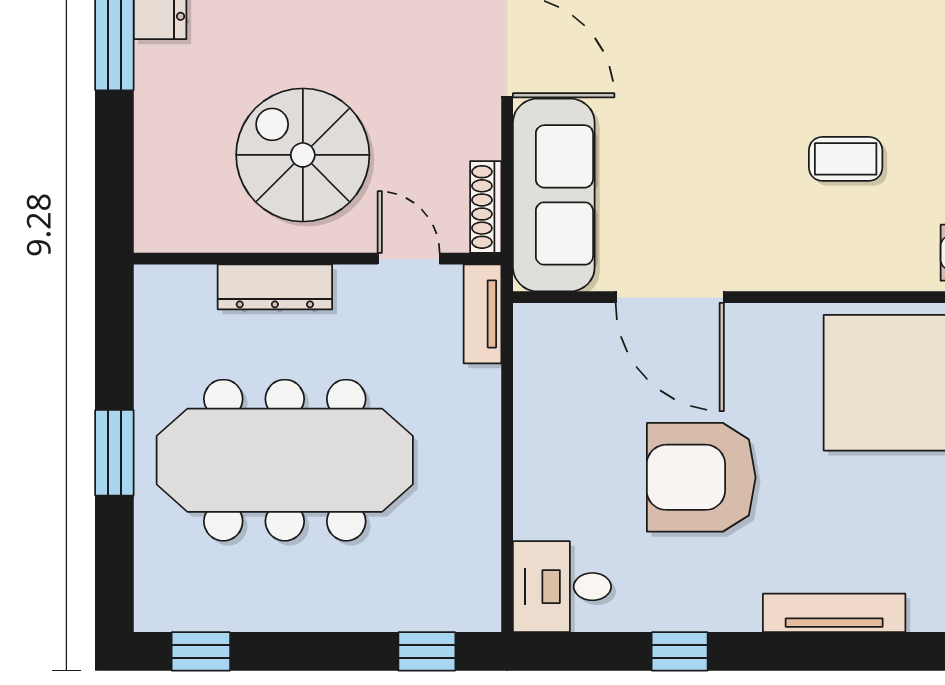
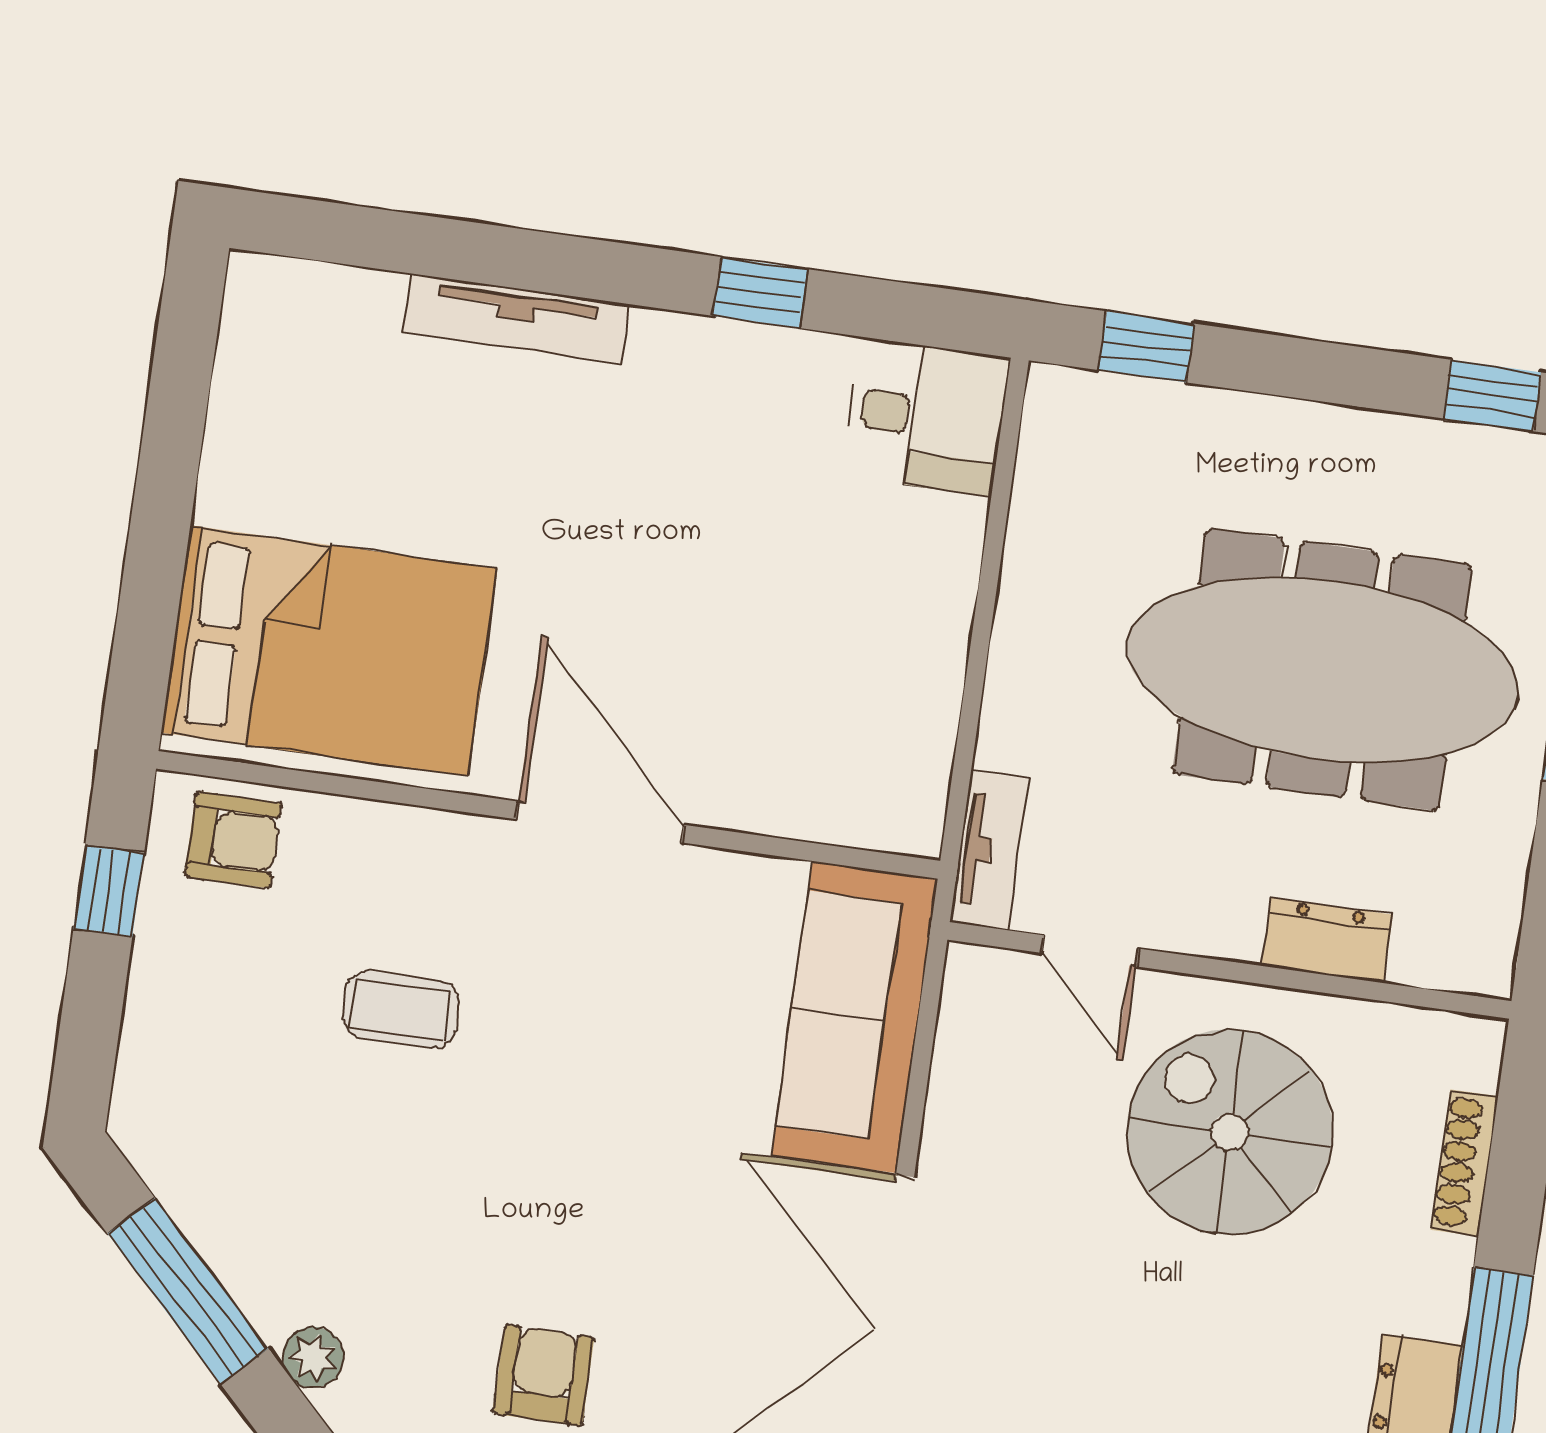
spiral stairs: (303, 155) -> (1230, 1132), turned 180
shoe rack: (486, 207) -> (1464, 1163), moved, turned 180
dresser: (275, 287) -> (1327, 940), width x0.70
door: (670, 297) -> (600, 822), moved
armchair: (701, 477) -> (690, 554), removed

